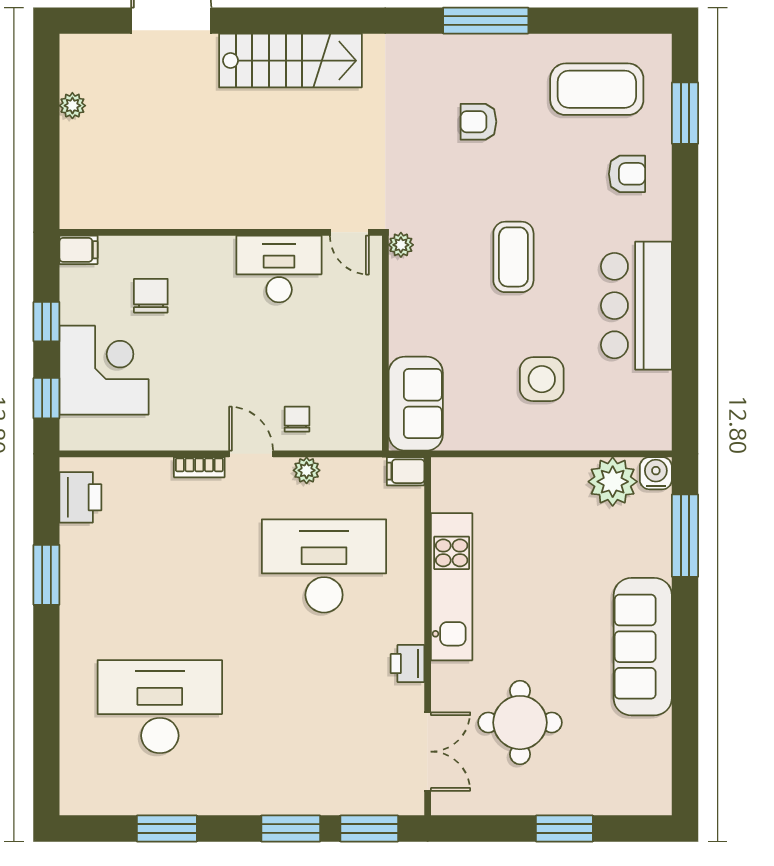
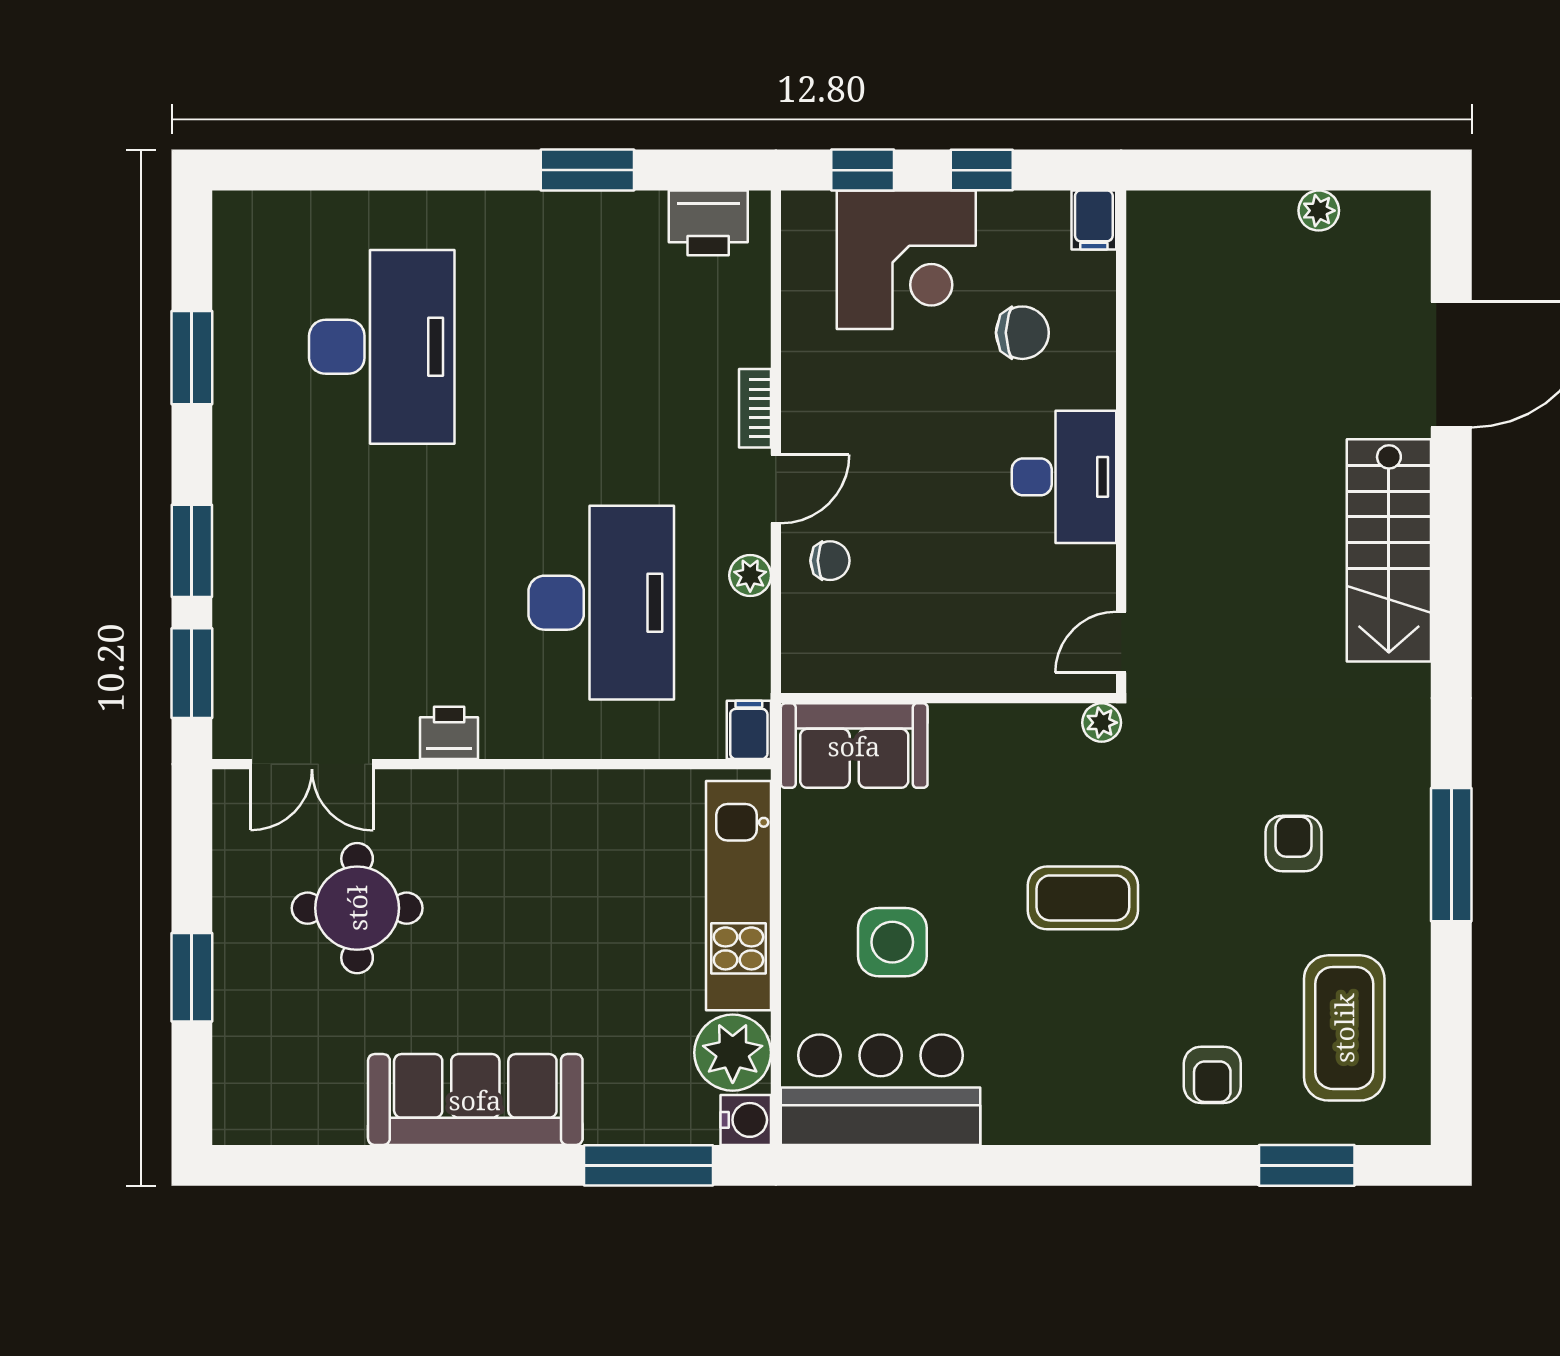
desk: (279, 269) -> (1064, 477), moved
bar counter: (636, 306) -> (881, 1090), moved
kitchen unit: (452, 587) -> (738, 896), moved, turned 90

